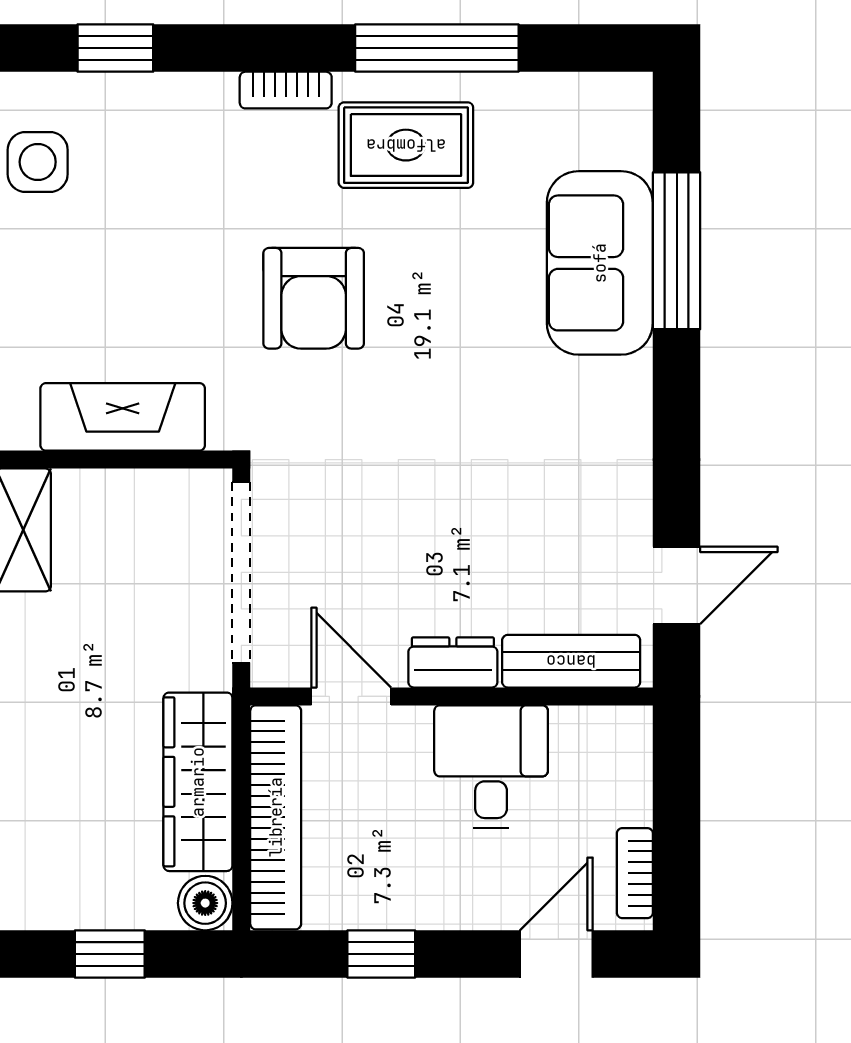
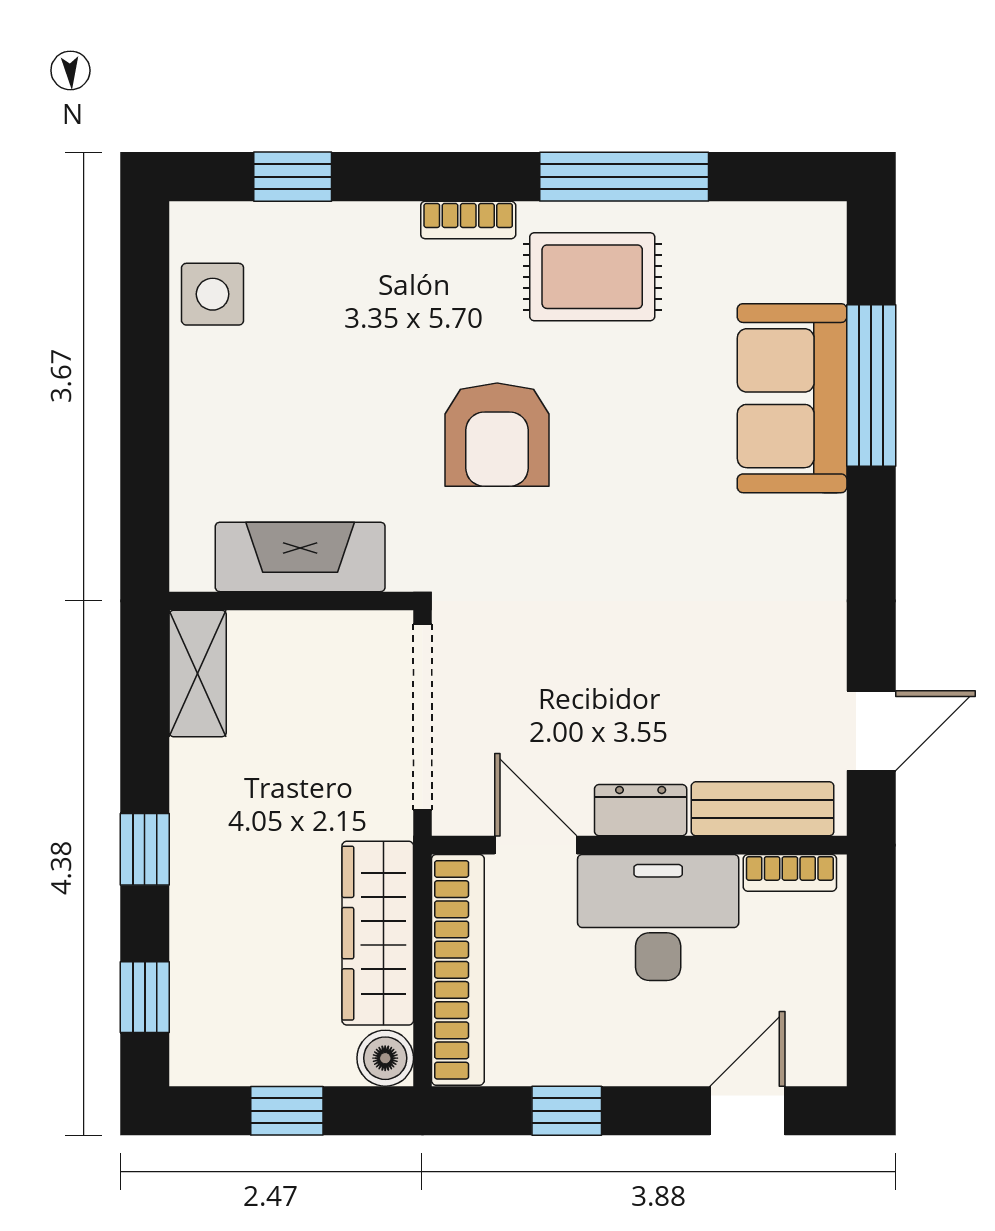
desk: (491, 767) -> (658, 917), width x1.37
bookcase: (635, 873) -> (790, 873), moved, turned -90

